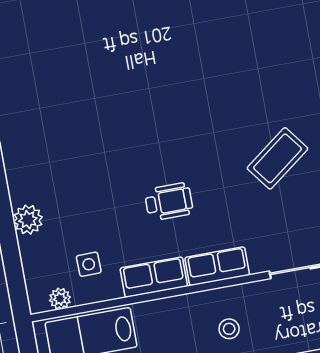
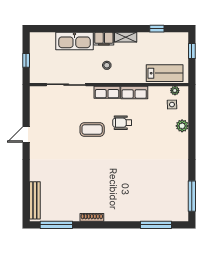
coffee table: (278, 158) -> (92, 129), moved, turned 37
side table: (89, 264) -> (172, 105), moved

